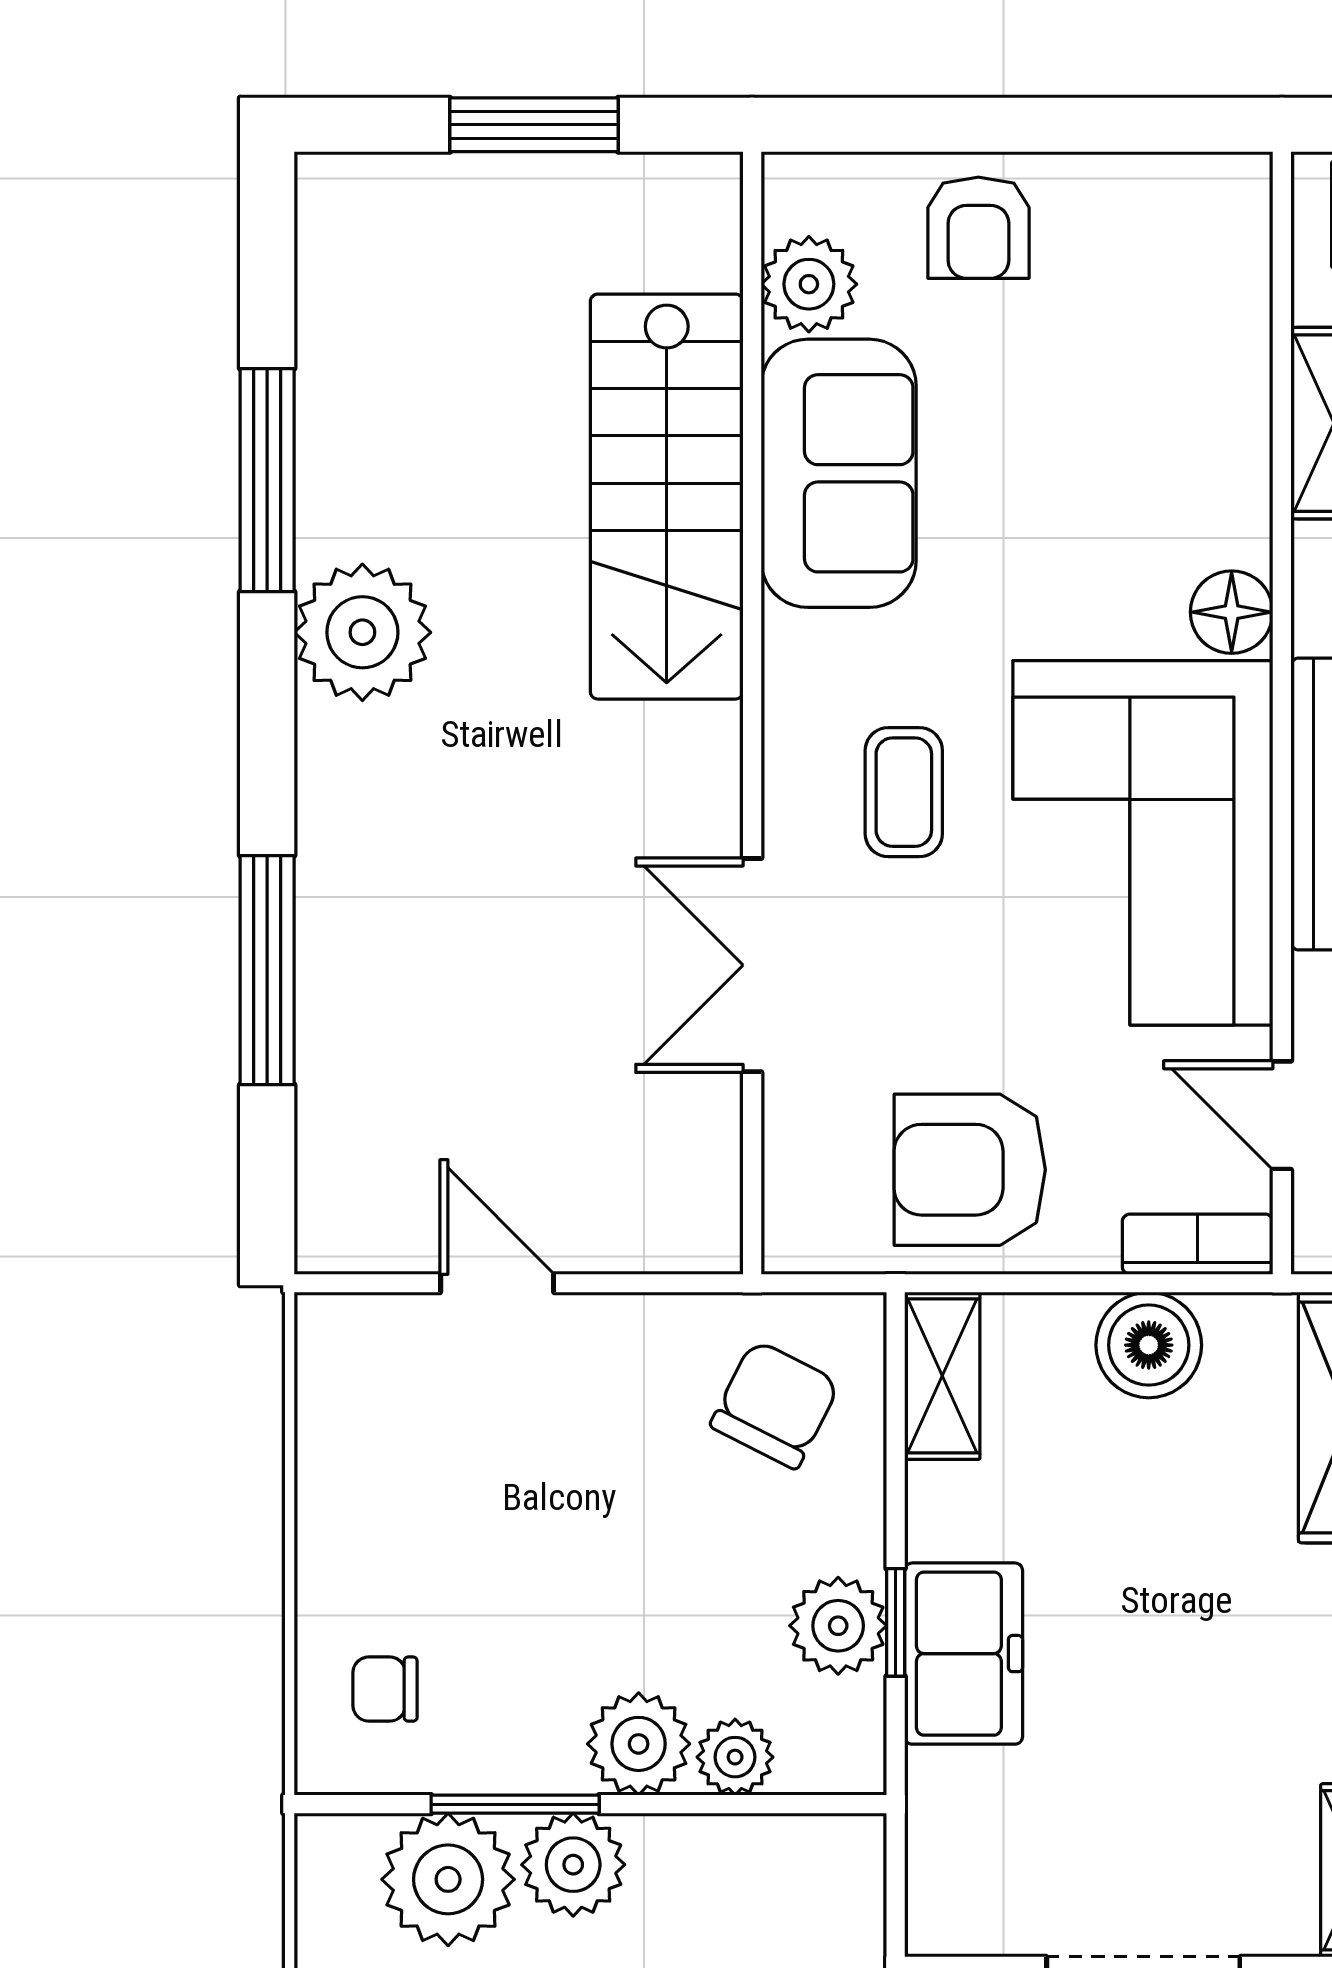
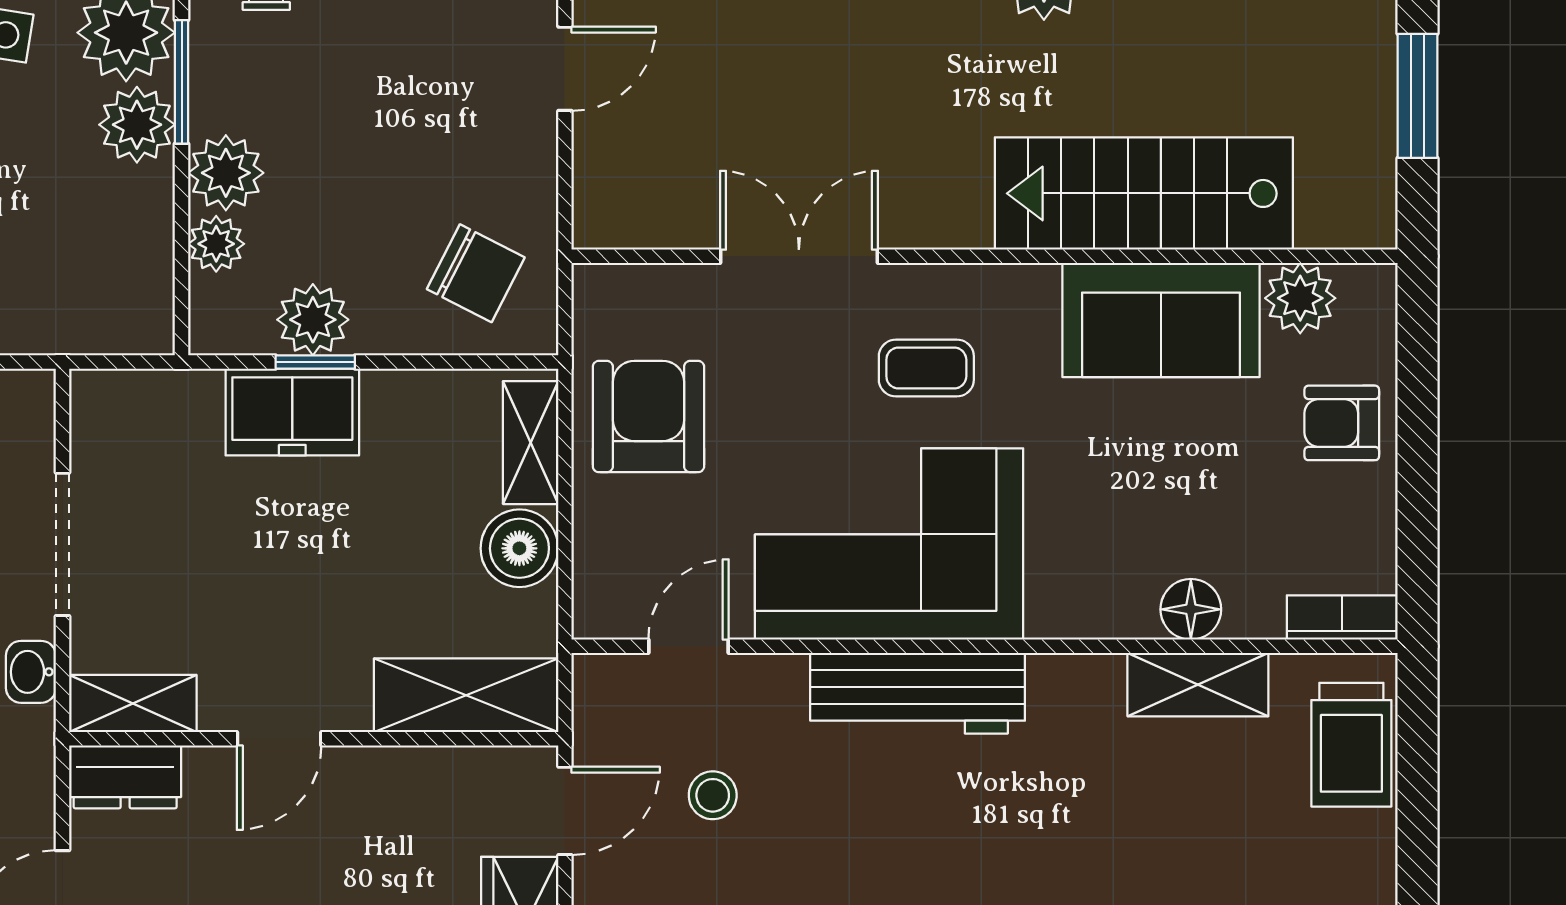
floor lamp: (1232, 612) -> (1191, 609), moved
bookcase: (1198, 1244) -> (1342, 617), moved, turned -90
shelving: (942, 1376) -> (531, 443), moved, turned 90

